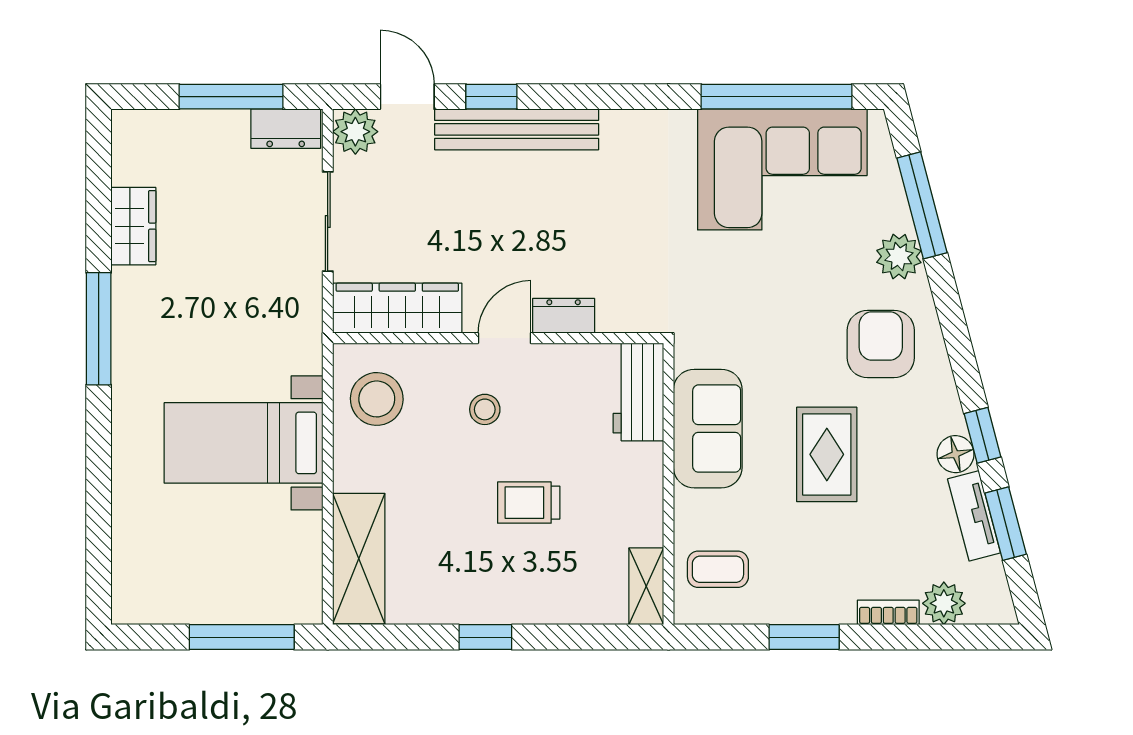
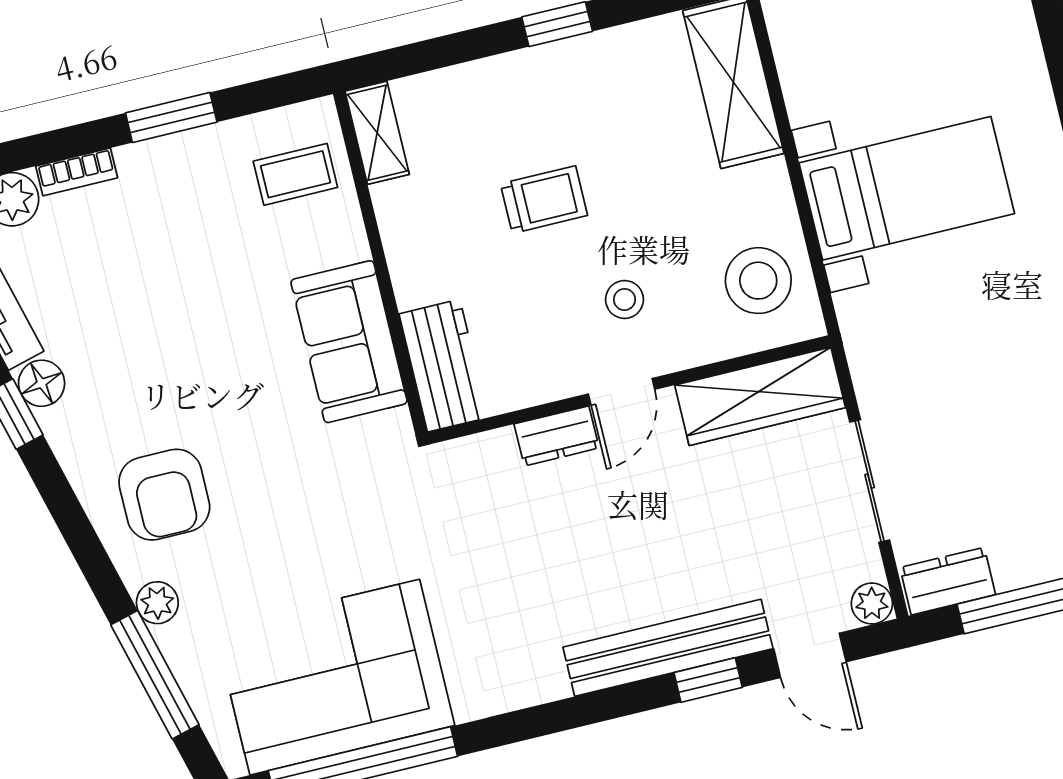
plant: (355, 132) -> (872, 604), width x0.73, depth x0.73
plant: (899, 257) -> (157, 603), width x0.73, depth x0.73
rug: (827, 454) -> (197, 345), removed

